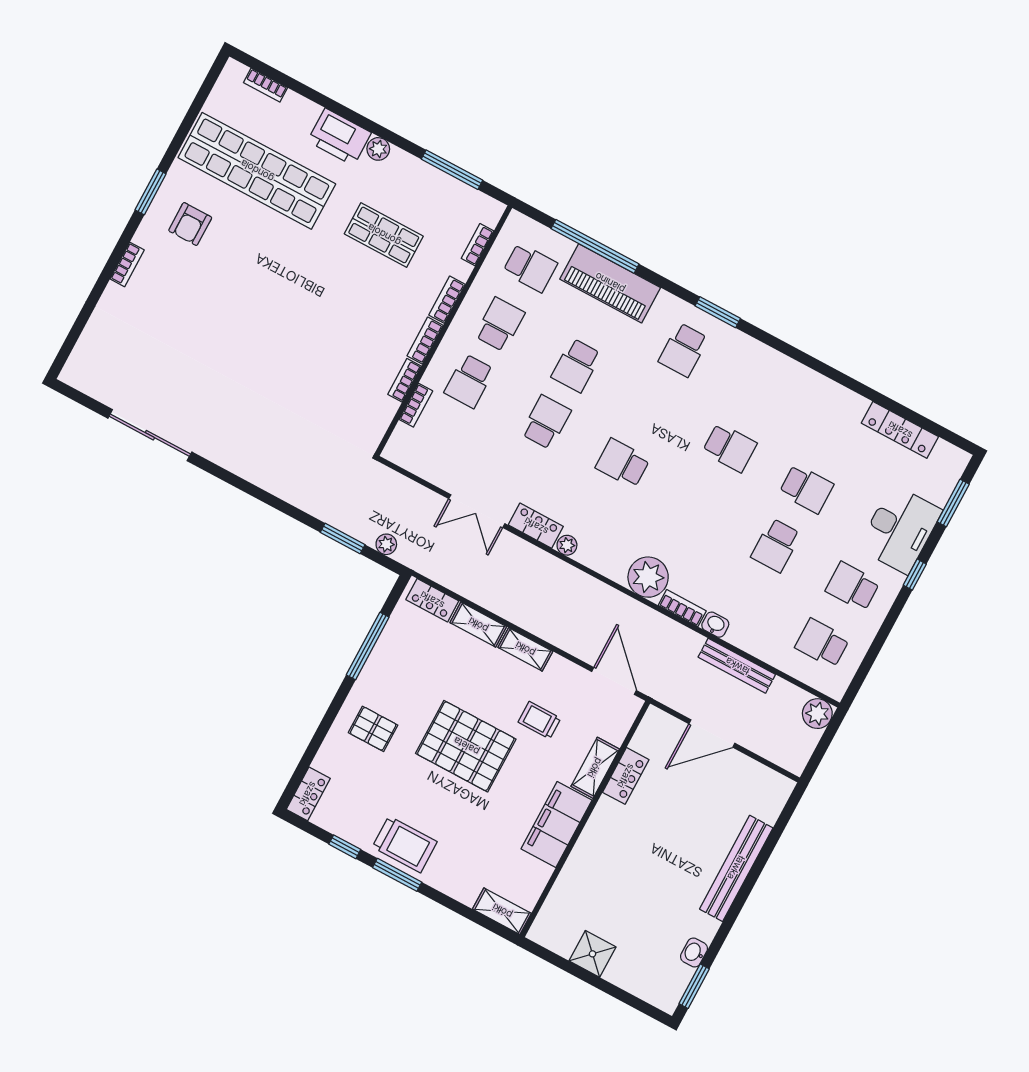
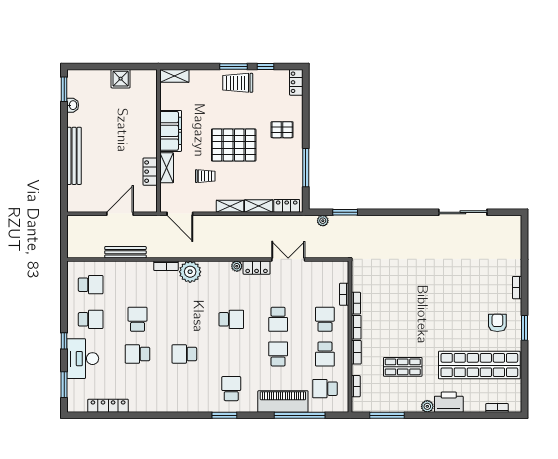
washbasin: (715, 625) -> (146, 266), removed
plant: (817, 714) -> (75, 250), removed

